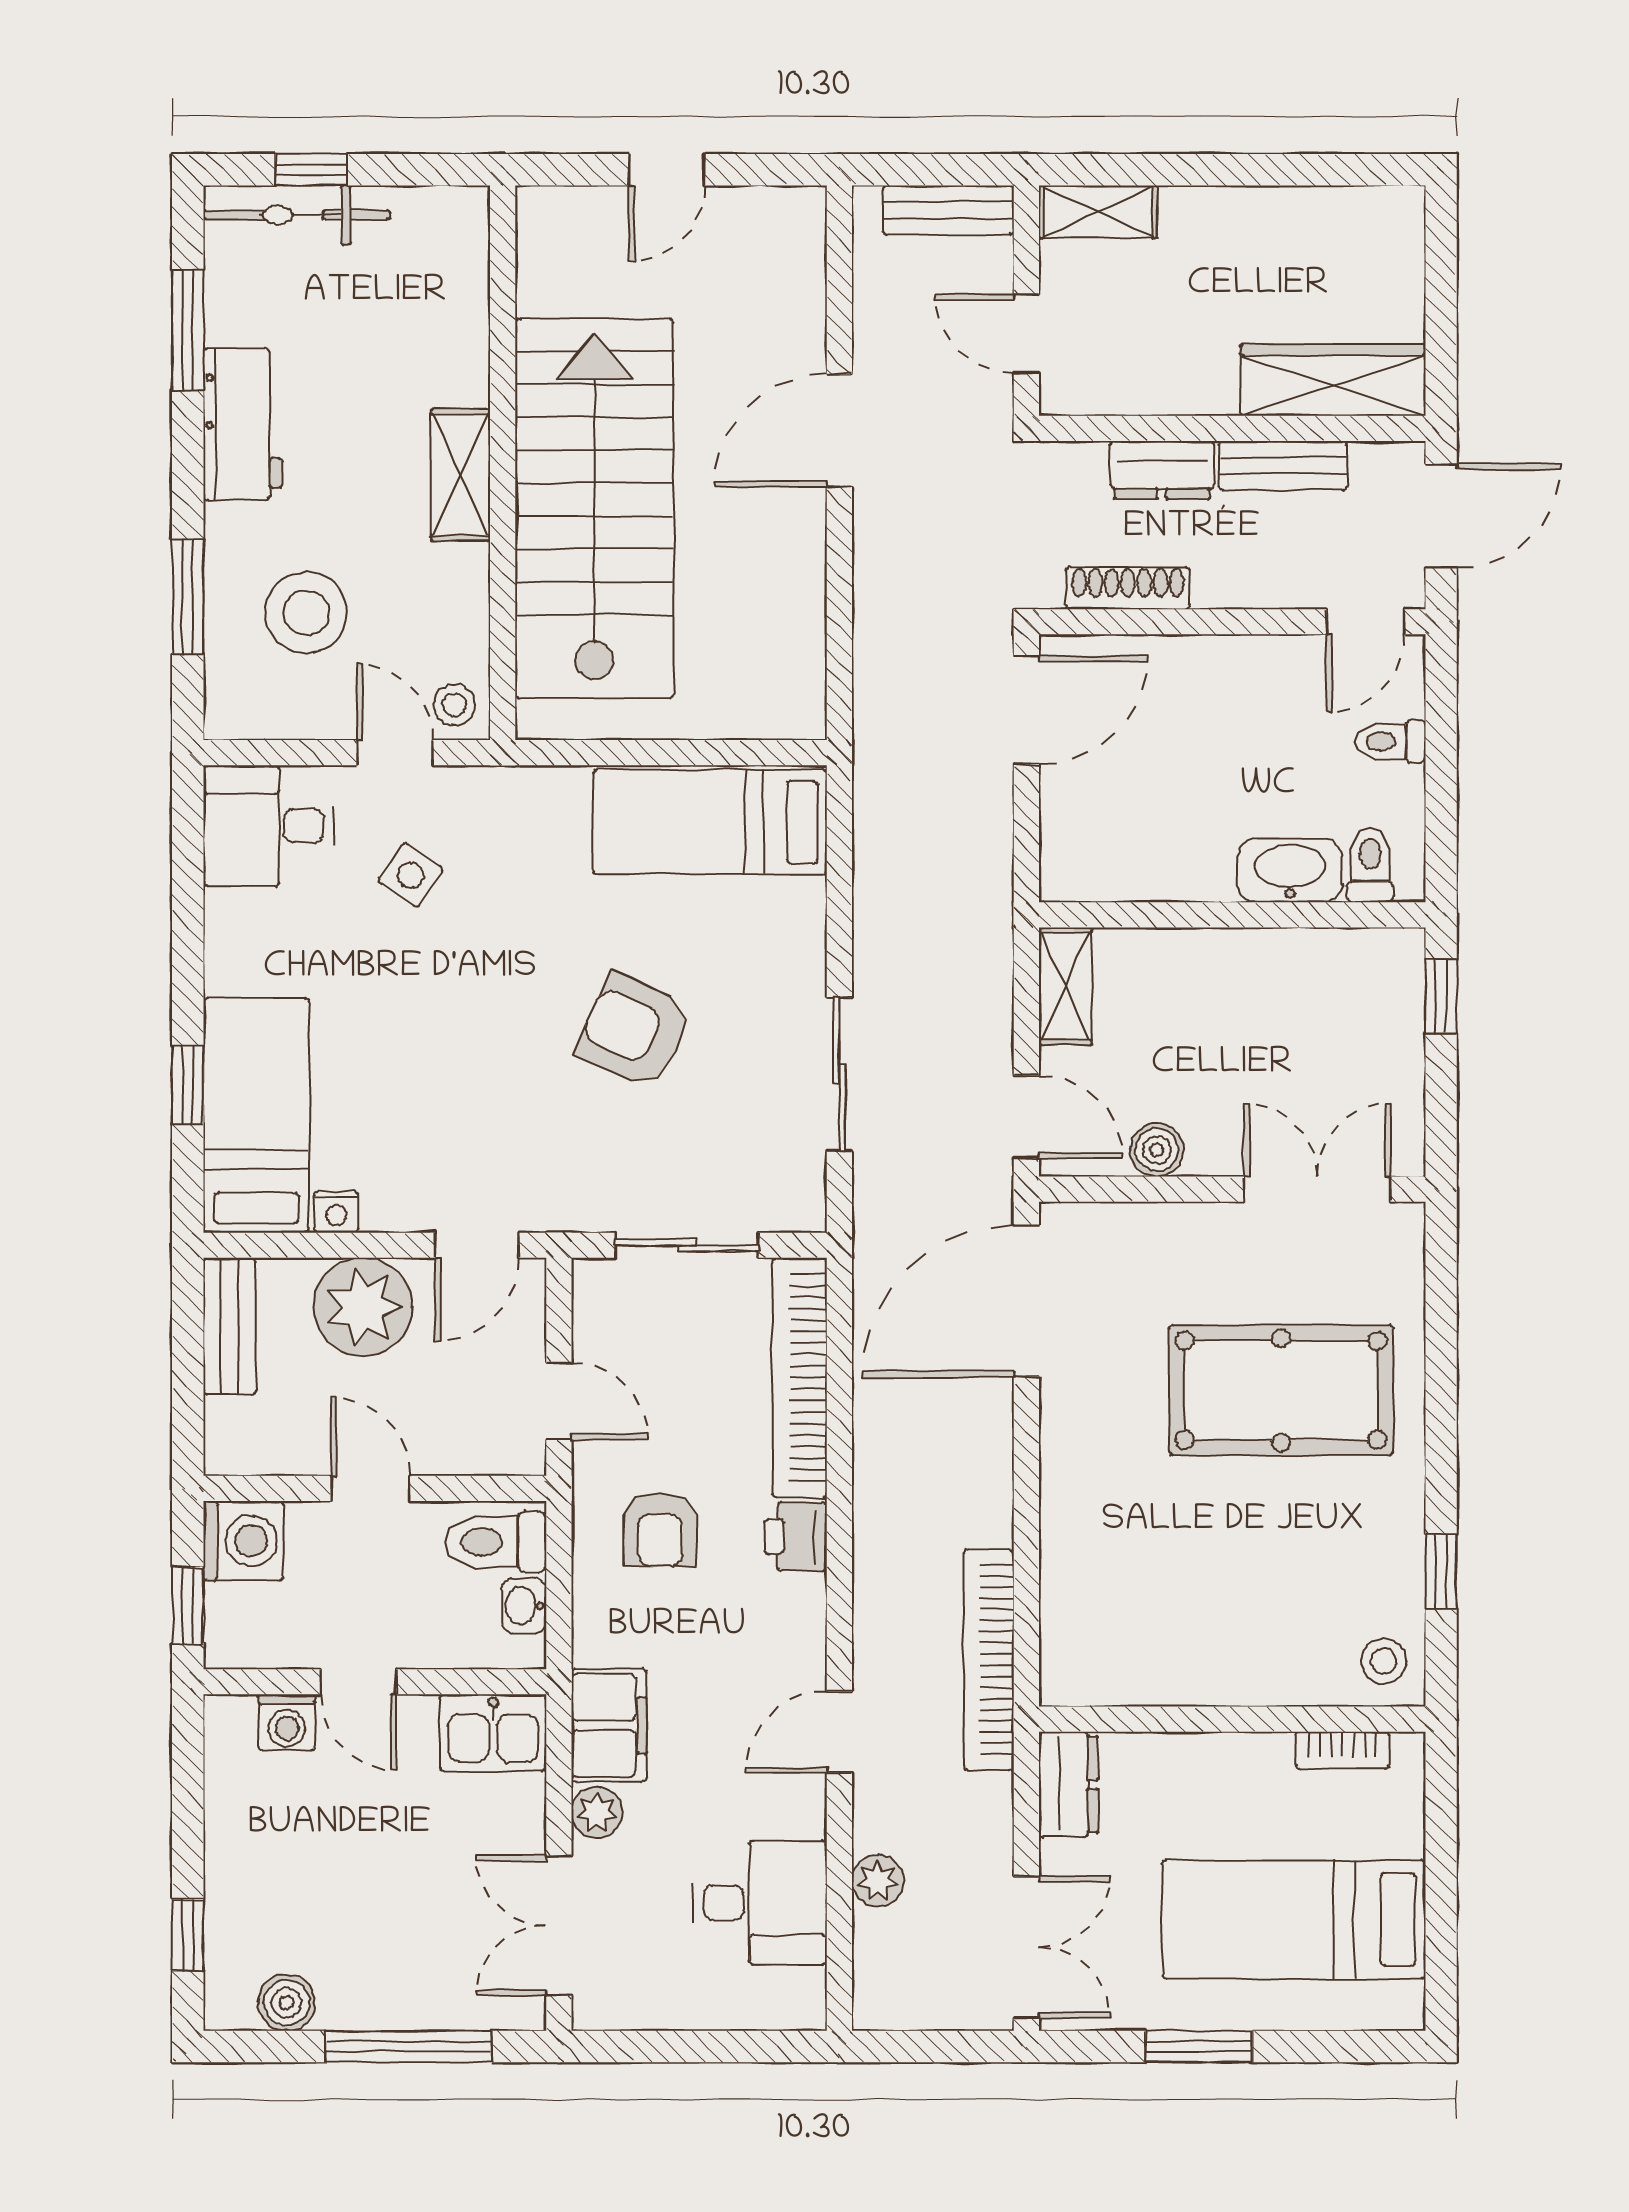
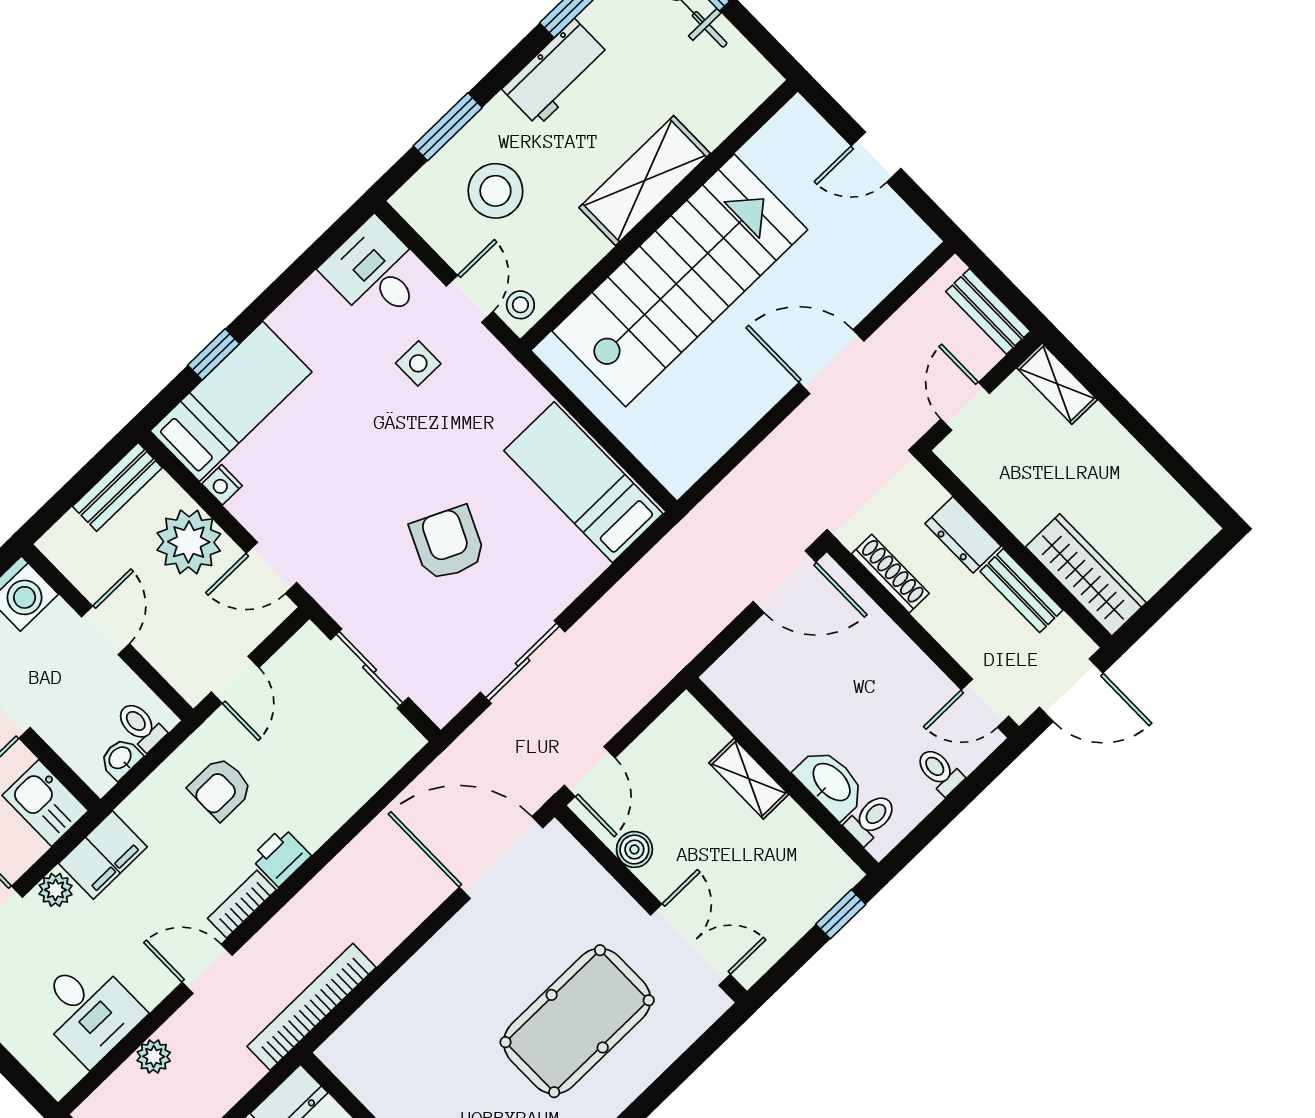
shelving: (461, 475) -> (645, 181), width x1.50, depth x1.33
side table: (411, 875) -> (418, 363), turned -34
shelving: (1065, 986) -> (749, 779), moved, turned 90
bookcase: (800, 1378) -> (242, 904), moved, width x0.43, depth x0.76
pool table: (1281, 1390) -> (577, 1021), turned 90
toilet: (496, 1542) -> (141, 726), width x0.73, depth x0.72

